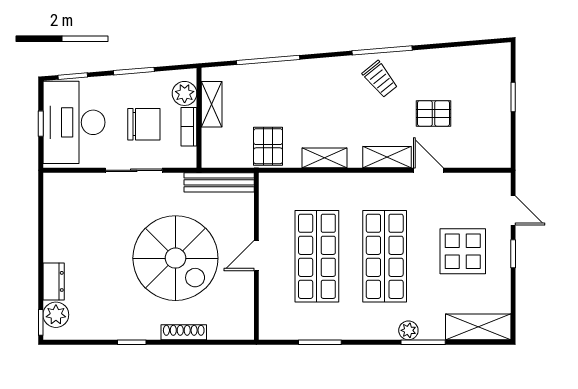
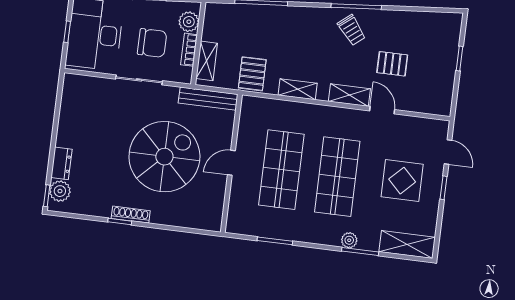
shelving: (212, 104) -> (207, 61), moved
spiral stairs: (175, 258) -> (164, 157), turned -90
shoe rack: (184, 332) -> (131, 215), moved

